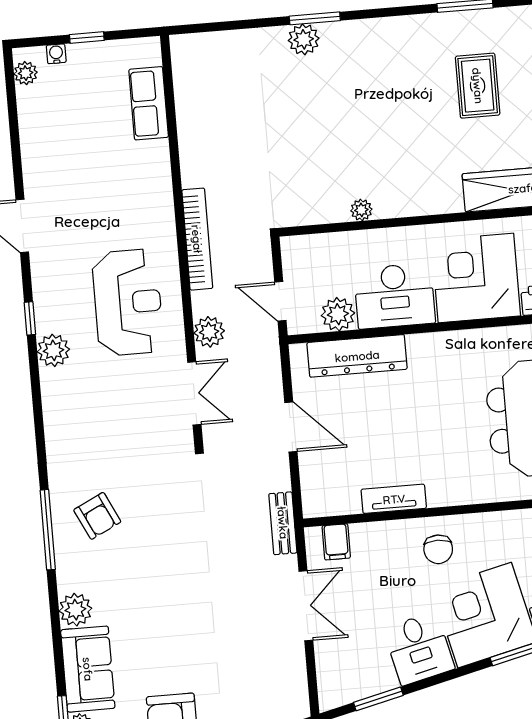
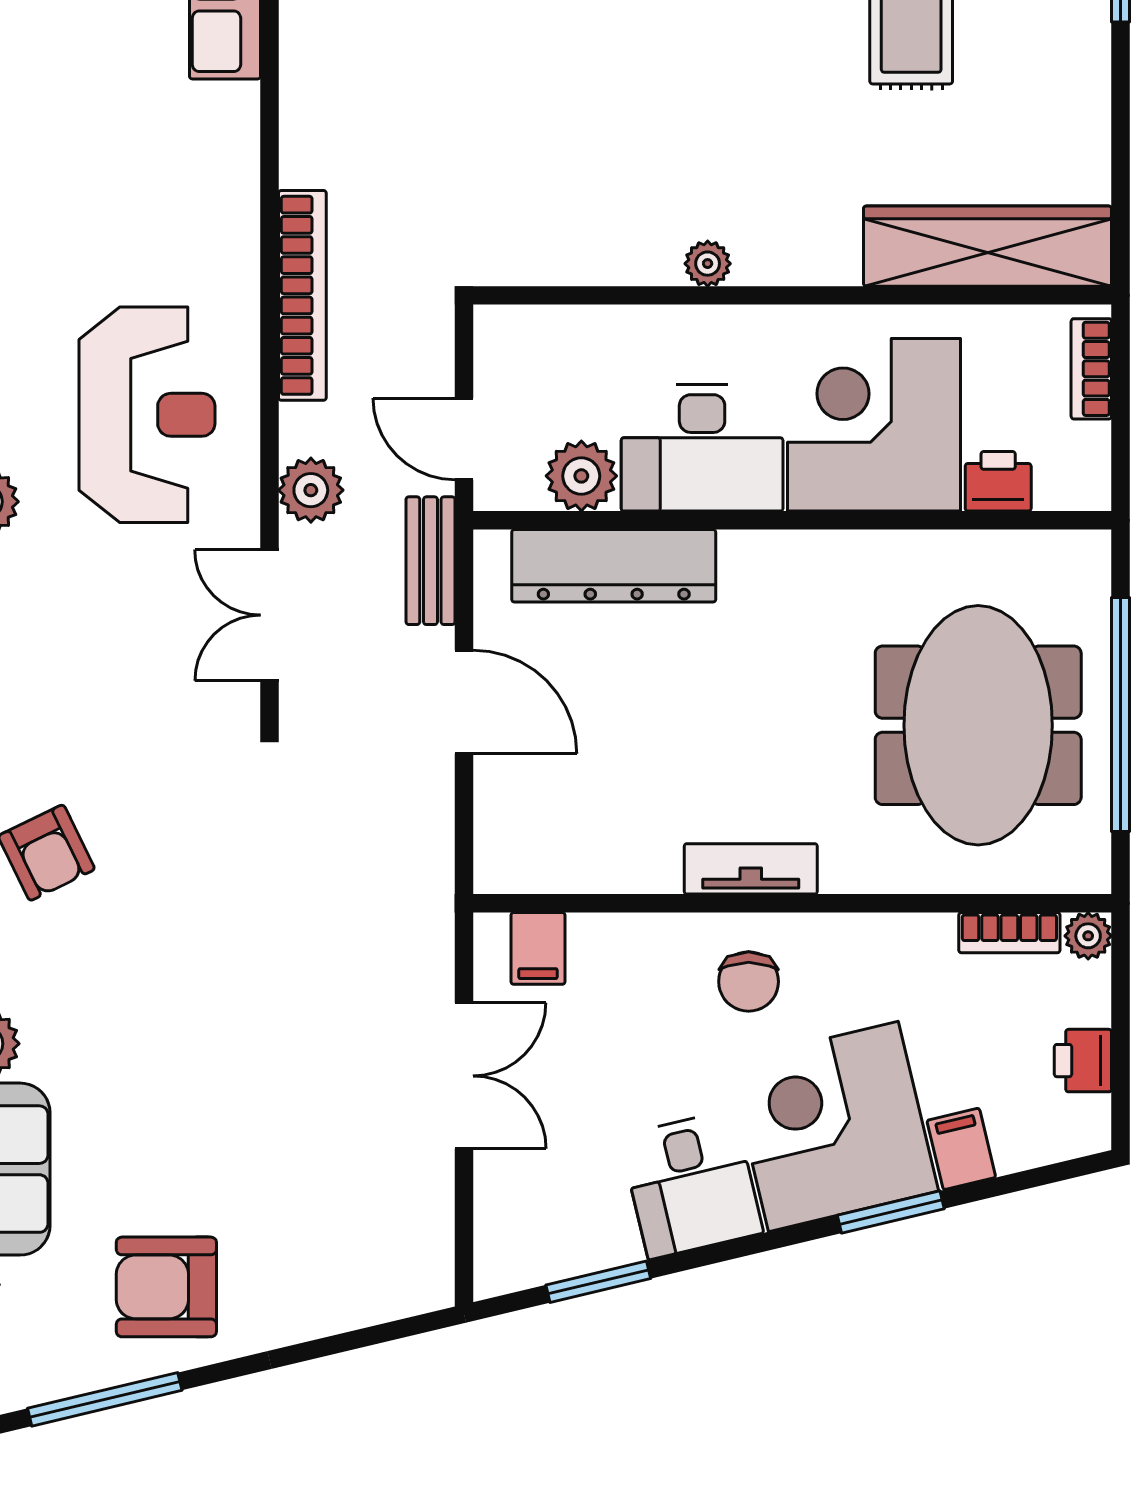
plant: (361, 210) -> (708, 264), moved
double door: (194, 393) -> (269, 615), swing flipped
tv unit: (394, 499) -> (751, 869), moved
bench: (283, 523) -> (430, 561), moved

